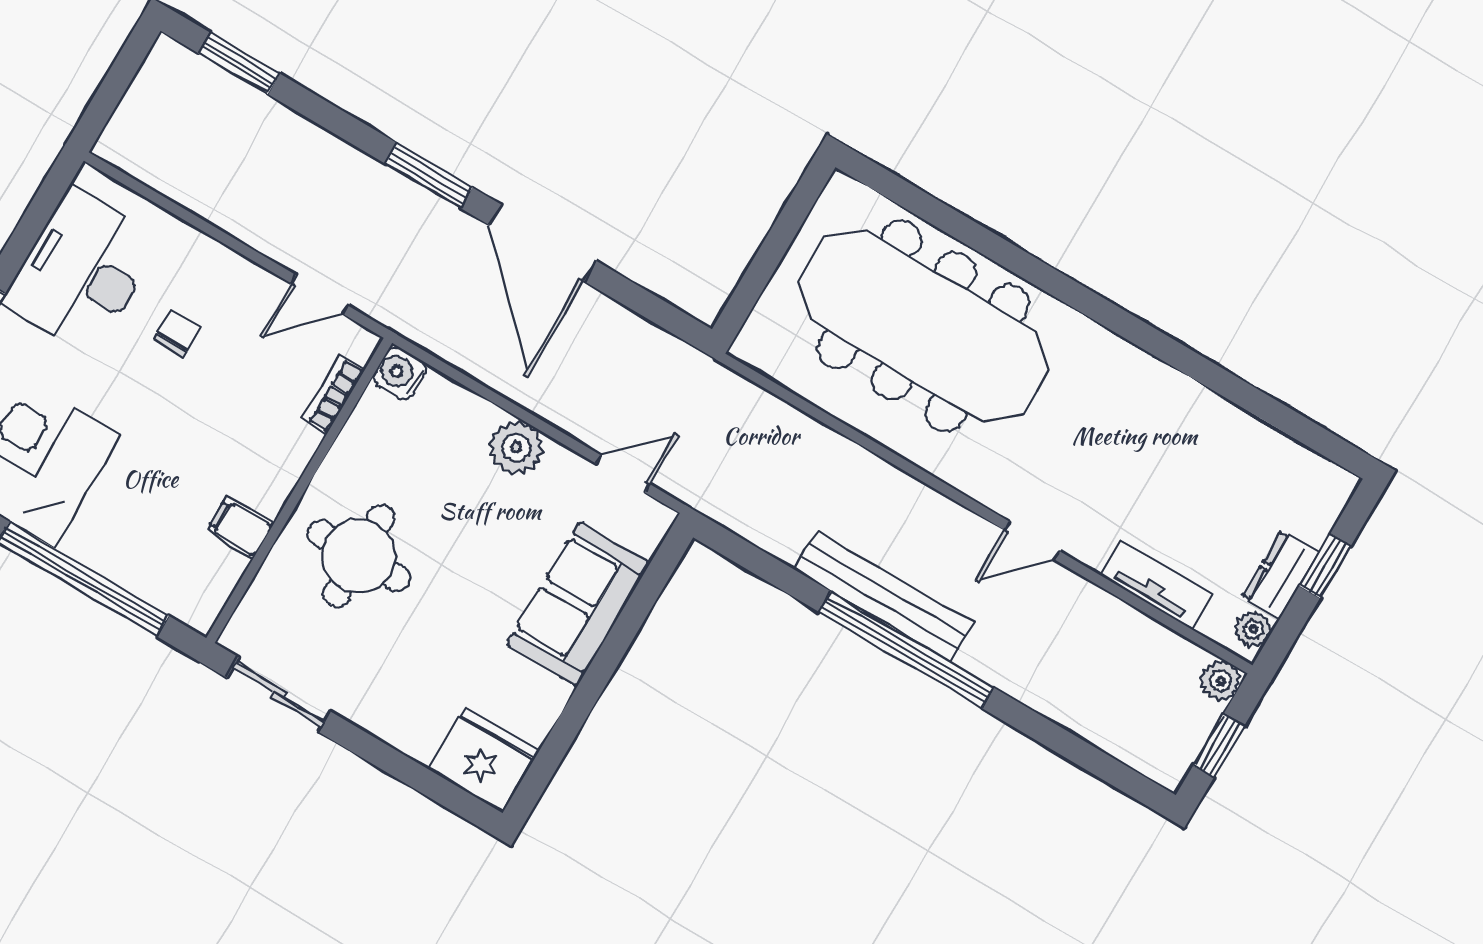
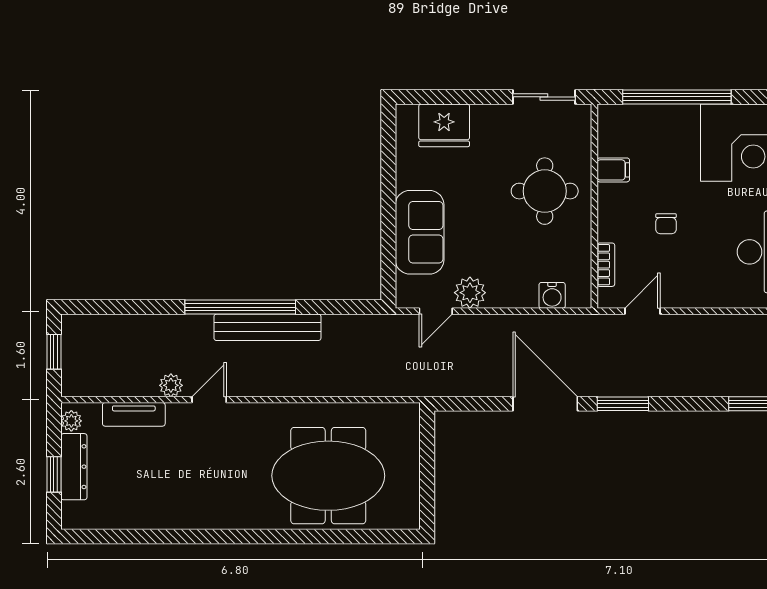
meeting table: (924, 326) -> (328, 476), width x0.73
chair: (177, 333) -> (666, 224), moved
water cooler: (400, 373) -> (552, 295), moved, turned 90
plant: (516, 448) -> (470, 293), moved
dresser: (1280, 575) -> (74, 467), width x1.44
plant: (1221, 681) -> (171, 385), moved
fridge: (484, 760) -> (444, 125), moved

